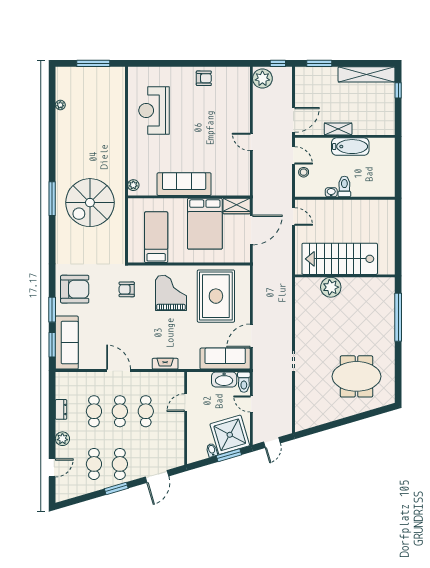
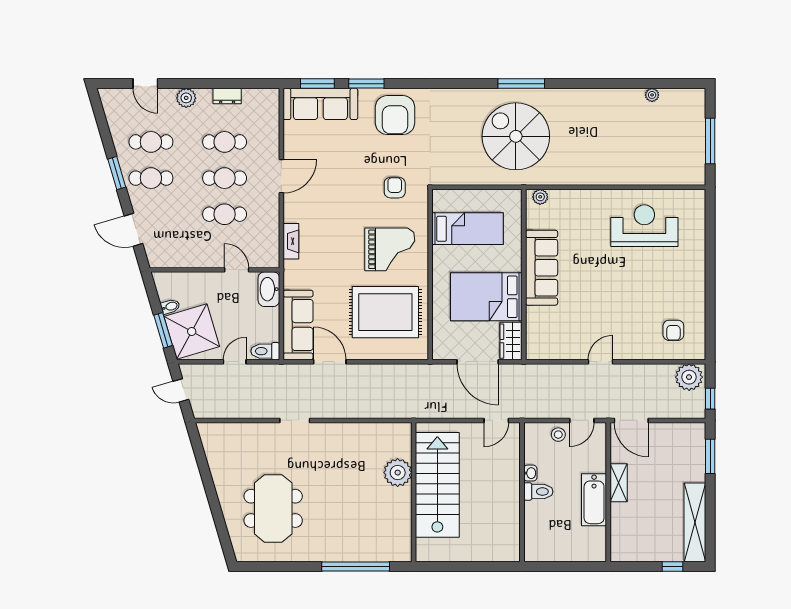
armchair: (204, 78) -> (673, 330), moved
washbasin: (224, 379) -> (269, 289), moved

